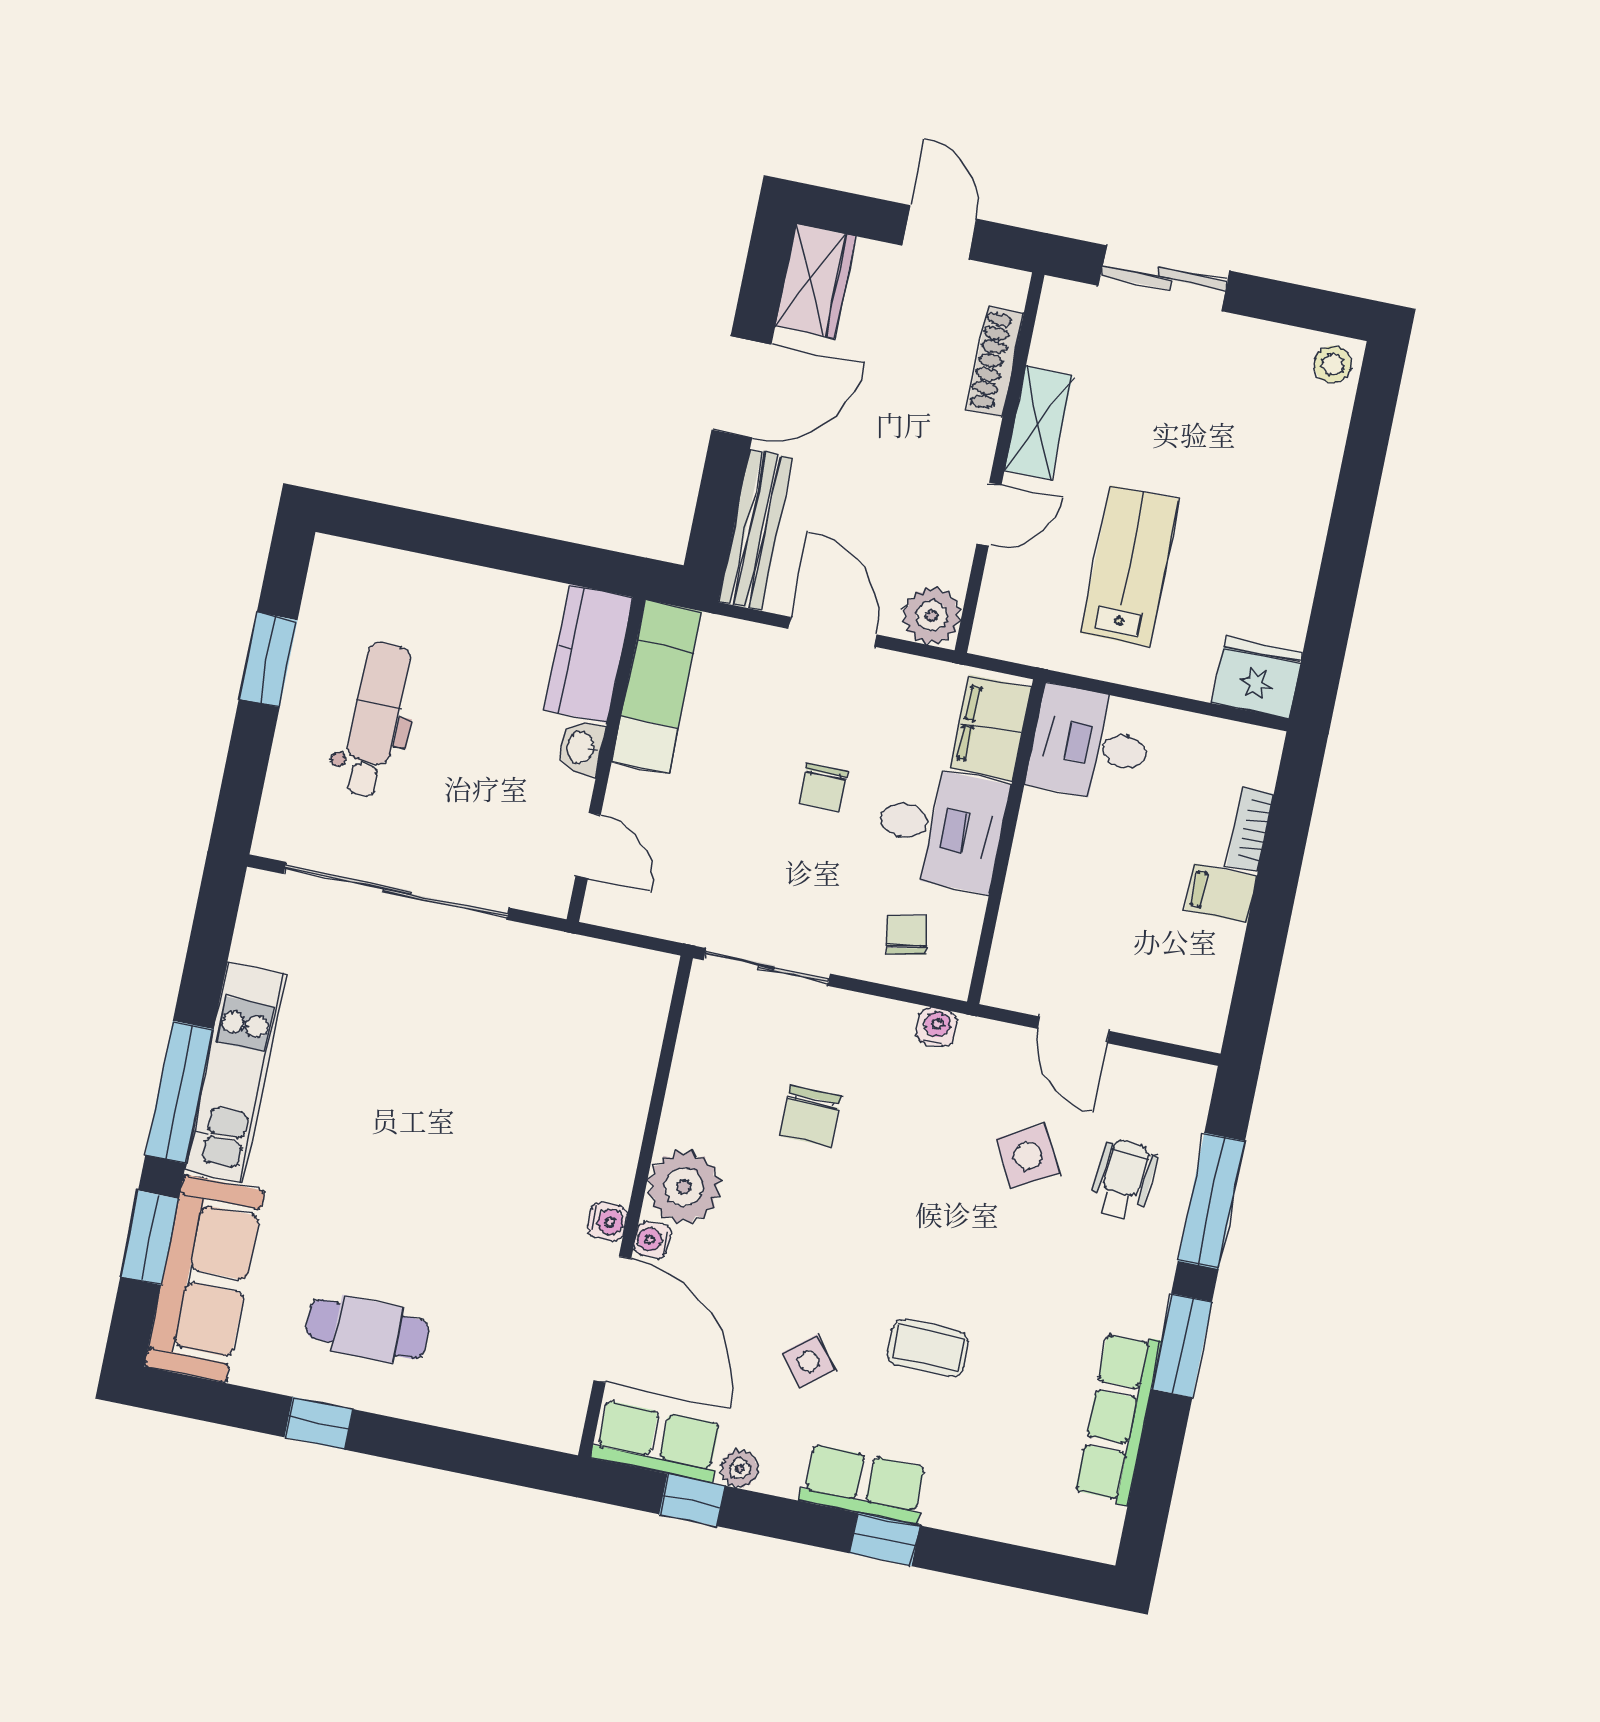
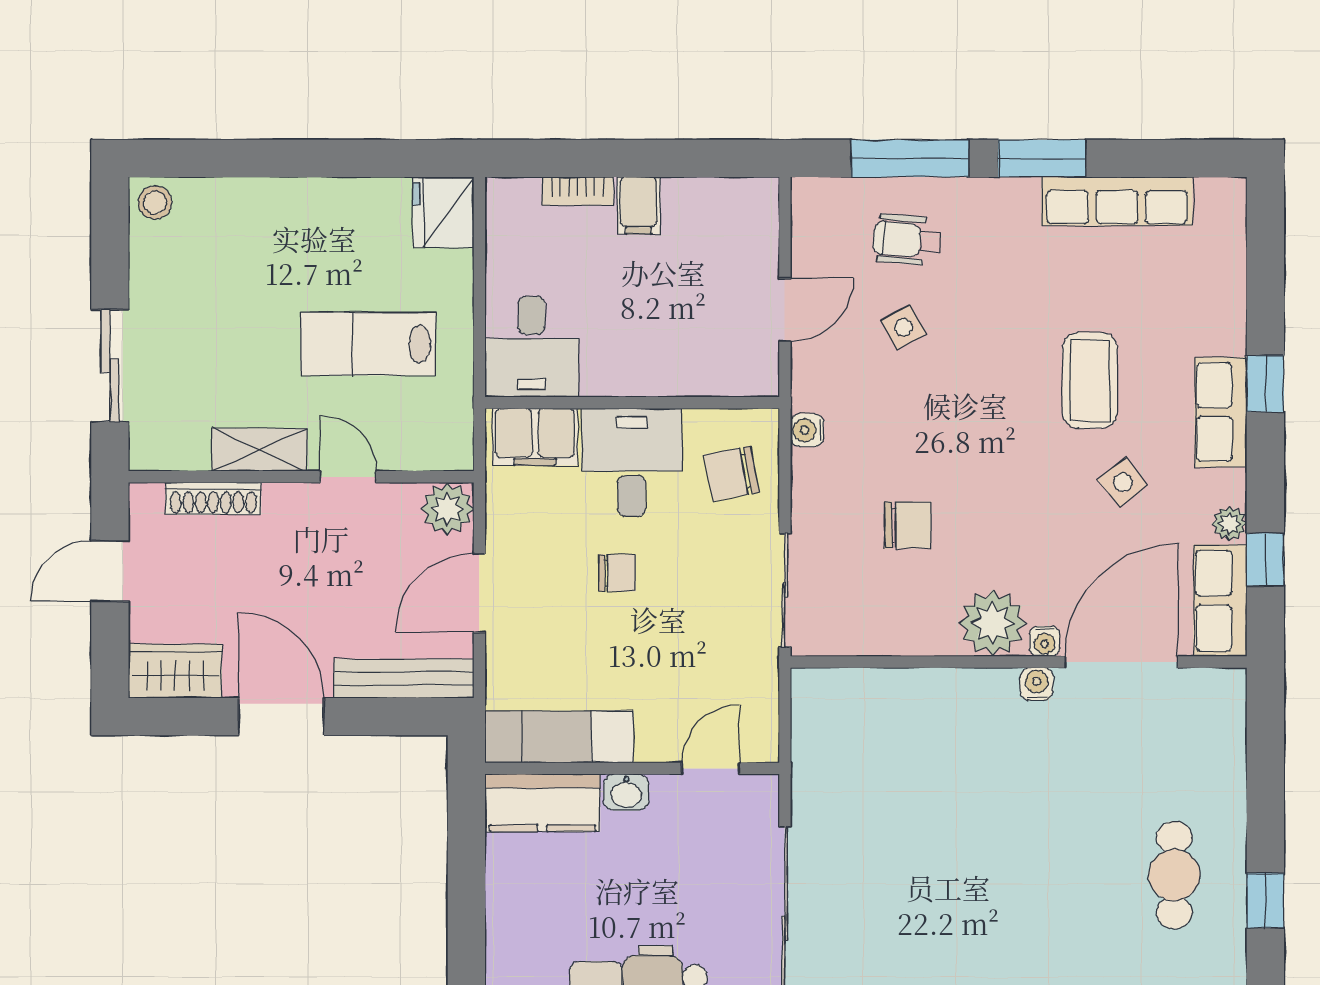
chair: (906, 935) -> (732, 473), width x1.37, depth x1.37
side table: (1028, 1156) -> (903, 327), width x0.73, depth x0.73
coffee table: (928, 1348) -> (1090, 380), width x1.36, depth x1.30

